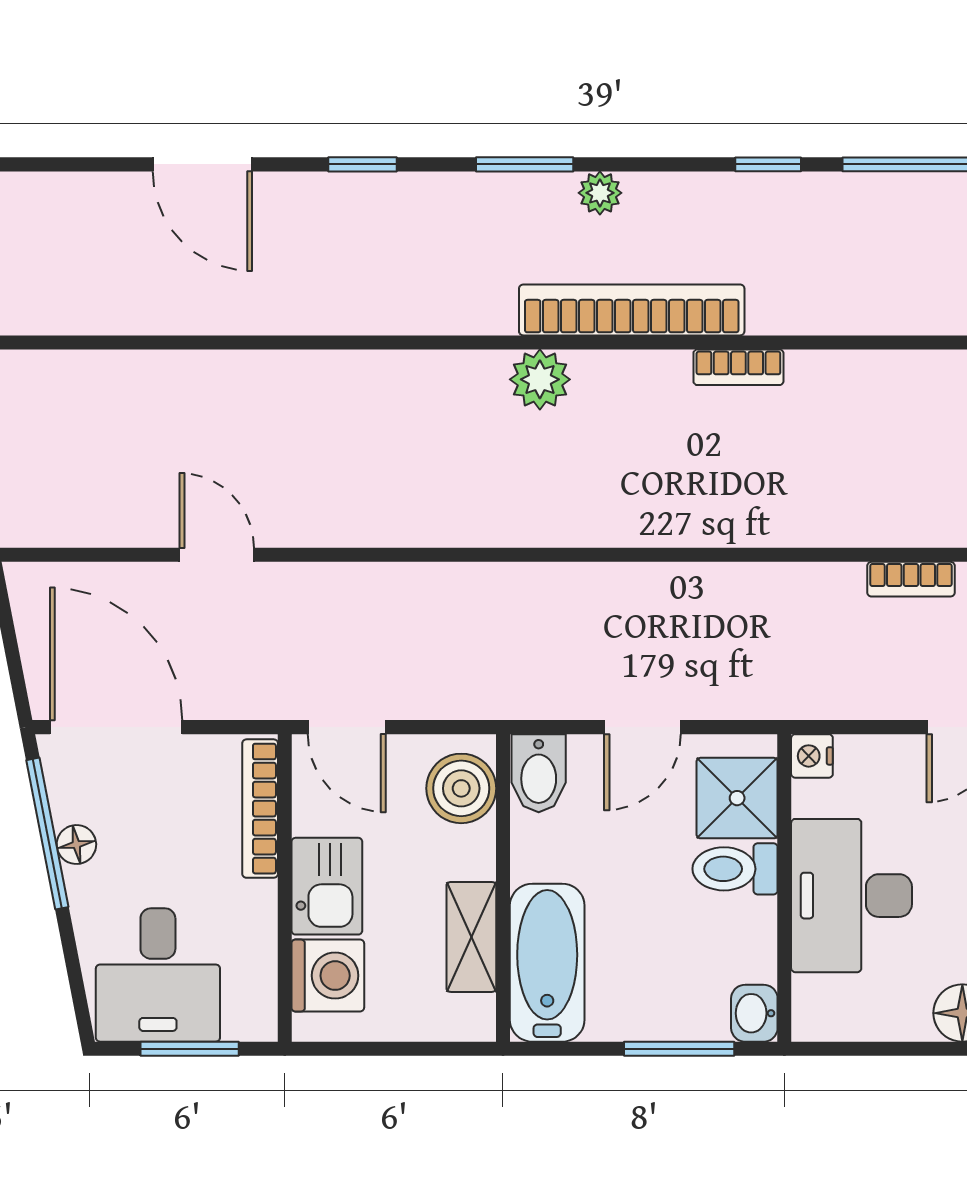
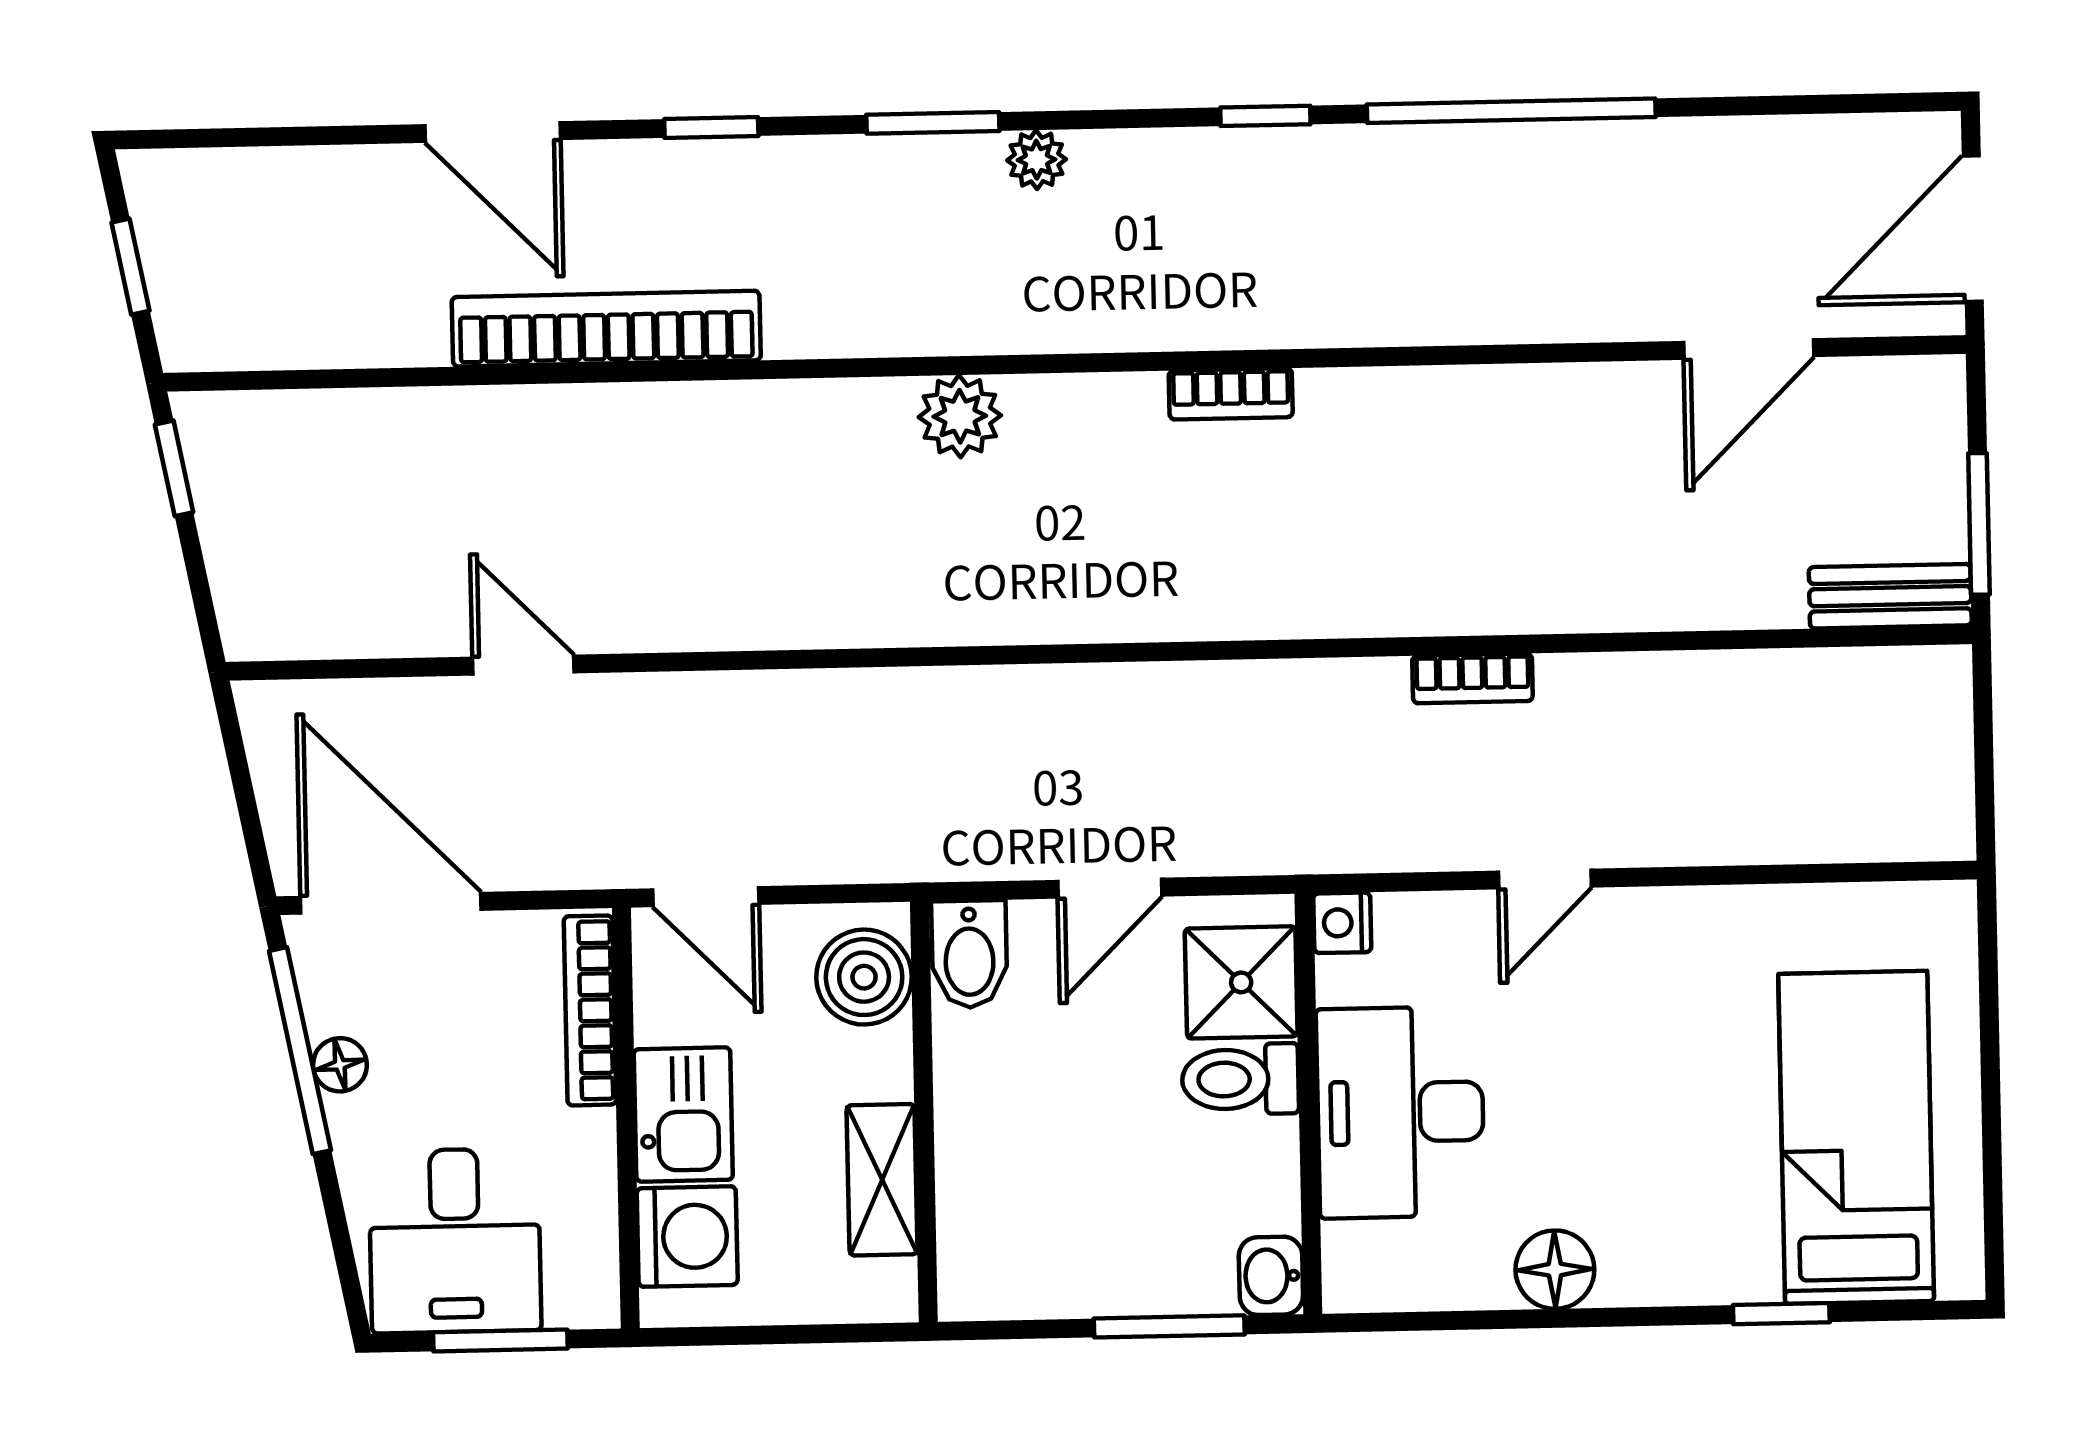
bookcase: (632, 310) -> (606, 329), moved
bathtub: (547, 963) -> (986, 1213), removed

